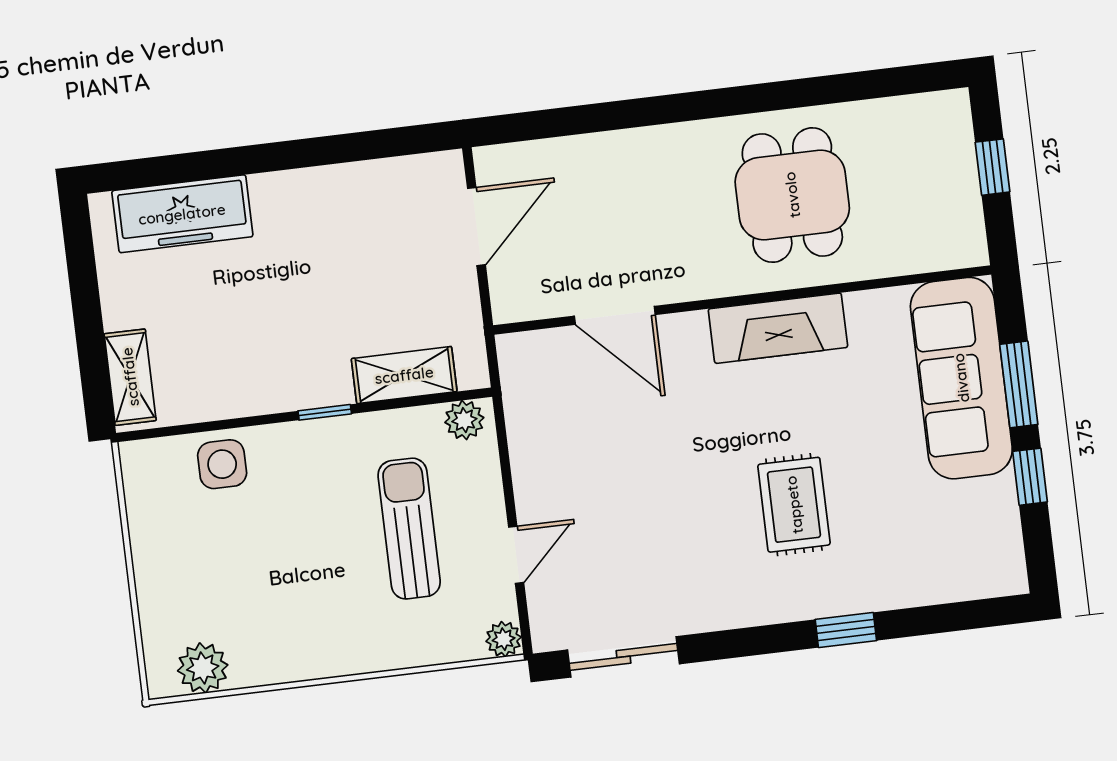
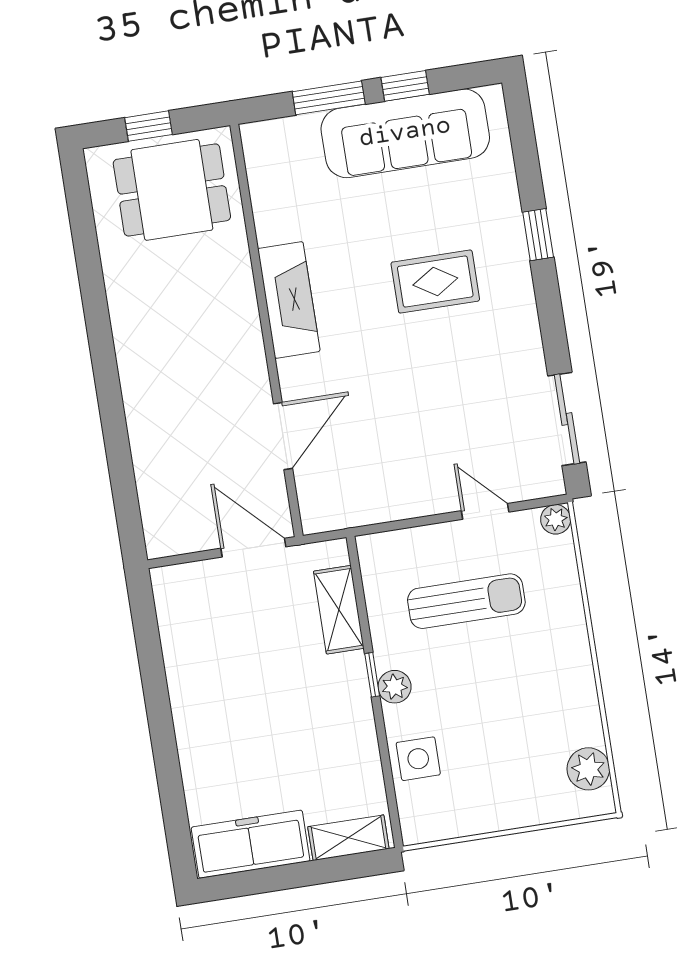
dining table: (792, 195) -> (172, 190), moved
freezer: (182, 214) -> (251, 844), moved, turned -90
door: (476, 227) -> (253, 548), moved
sofa: (961, 378) -> (405, 133), moved
plant: (464, 420) -> (395, 687), moved
sun lounger: (409, 529) -> (466, 601), turned 180

